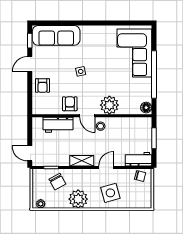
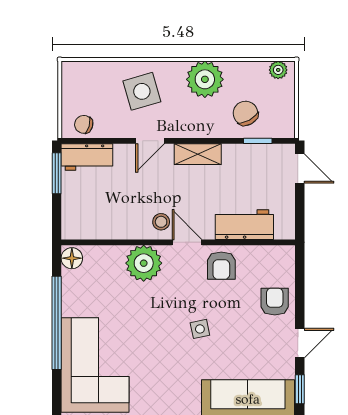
window: (154, 138) -> (57, 173), moved

